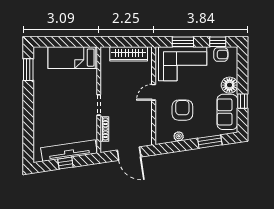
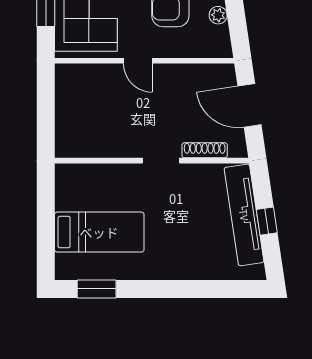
wardrobe: (129, 54) -> (68, 106), removed
bed: (73, 58) -> (99, 232), moved, turned -90
door: (129, 154) -> (250, 105), swing flipped

